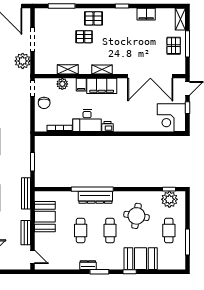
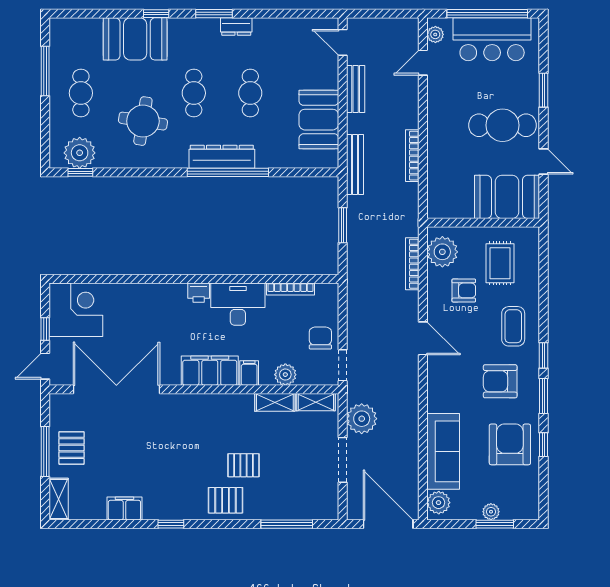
shelving: (102, 70) -> (316, 402), moved

